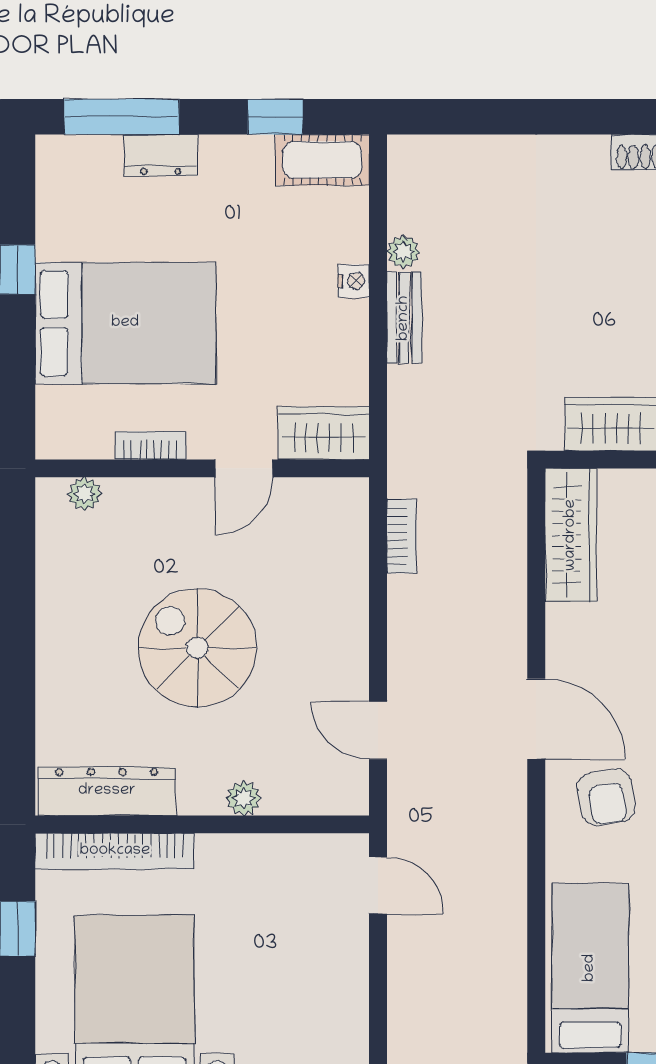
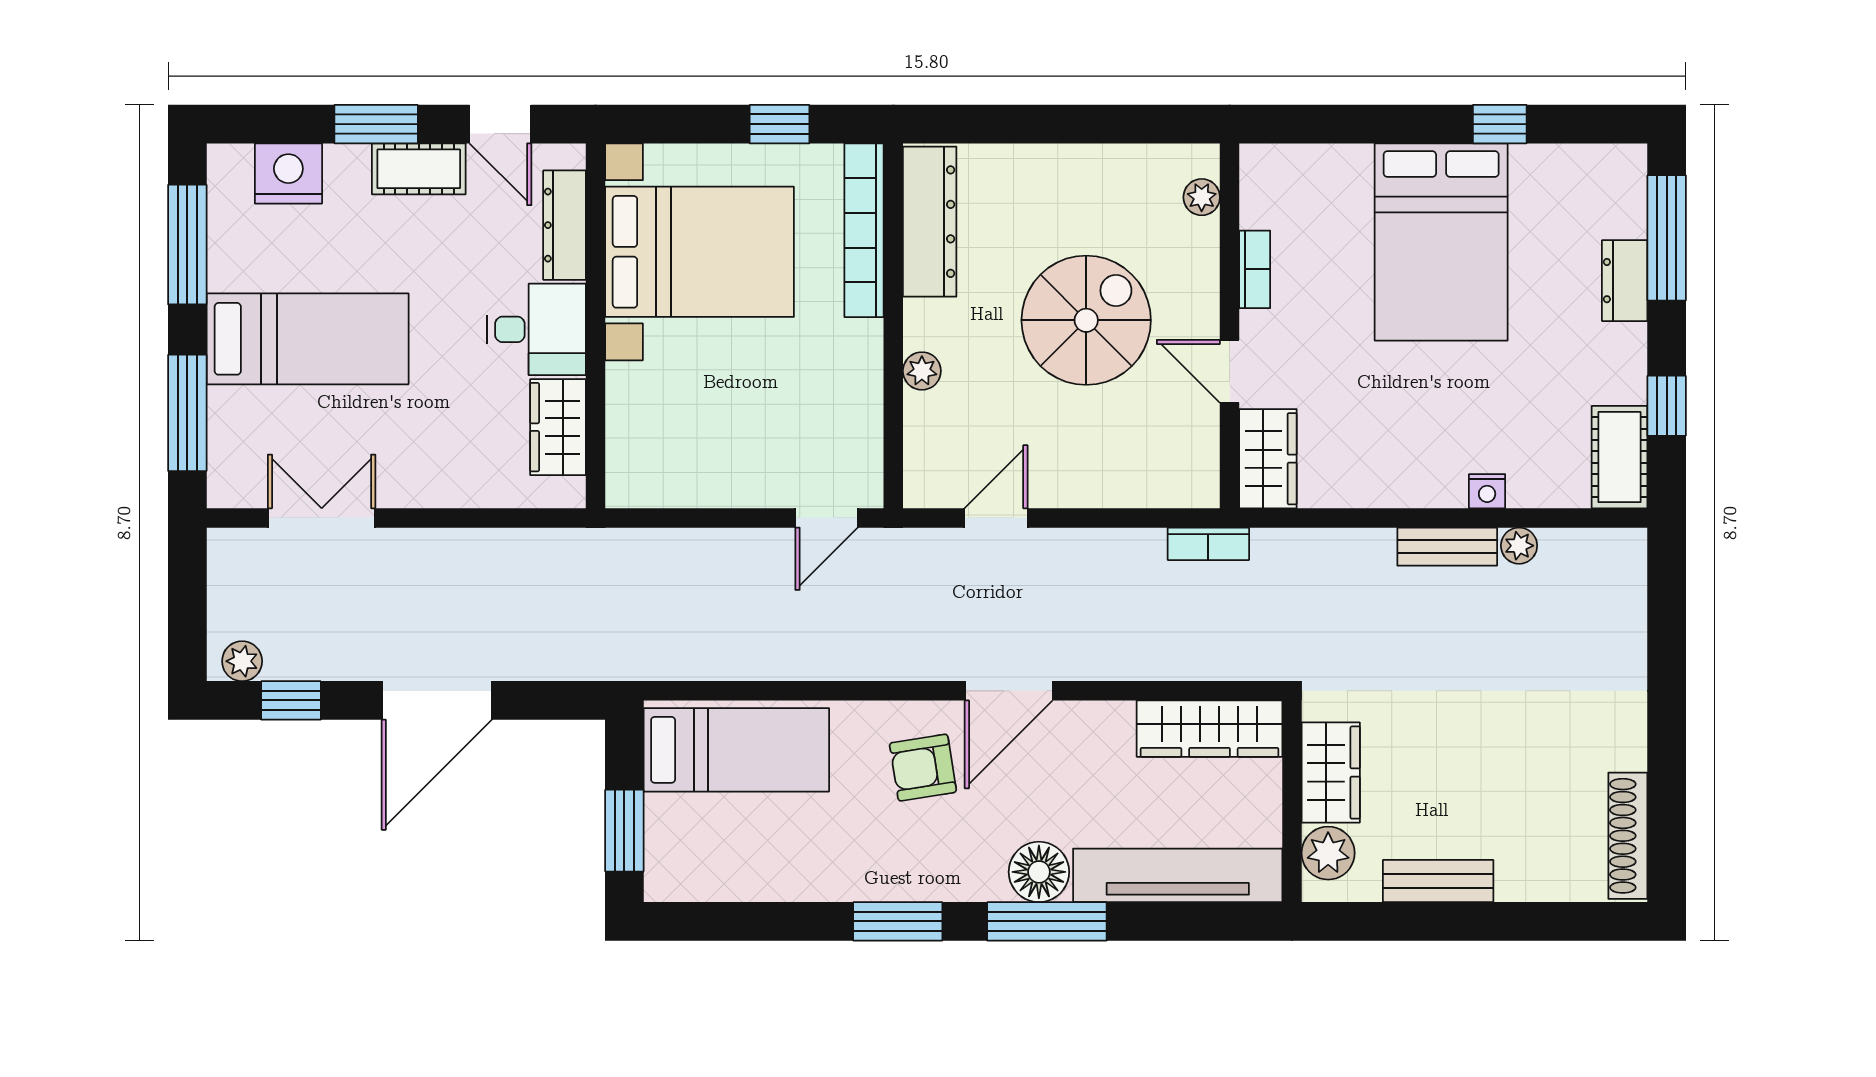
wardrobe: (324, 433) -> (1268, 459), moved
bookcase: (151, 445) -> (1255, 269), moved
wall: (202, 468) -> (1230, 326), moved
door: (244, 468) -> (1230, 371), moved
plant: (84, 494) -> (1202, 197), moved

